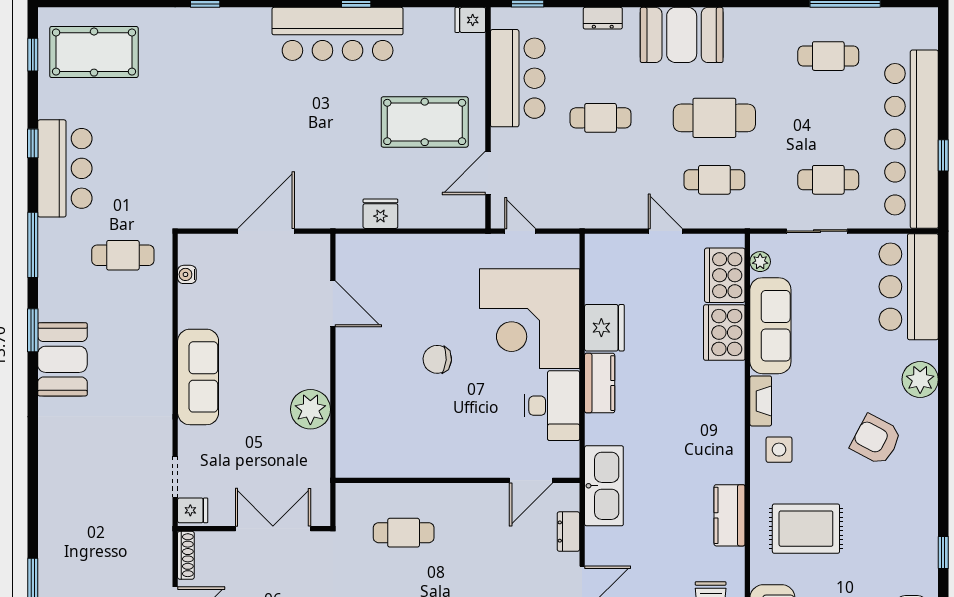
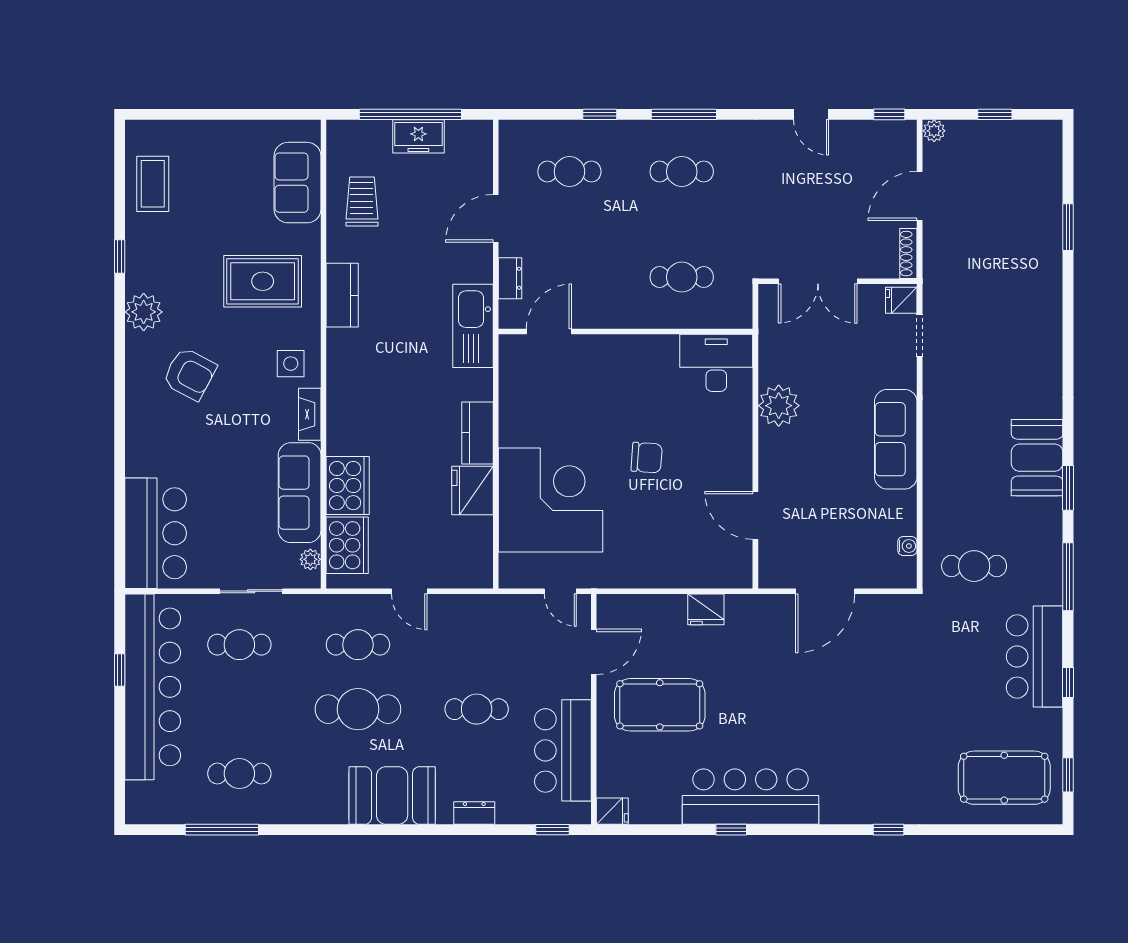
plant: (920, 379) -> (144, 312), moved
desk: (552, 406) -> (716, 363), moved, turned 90

